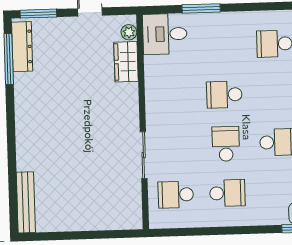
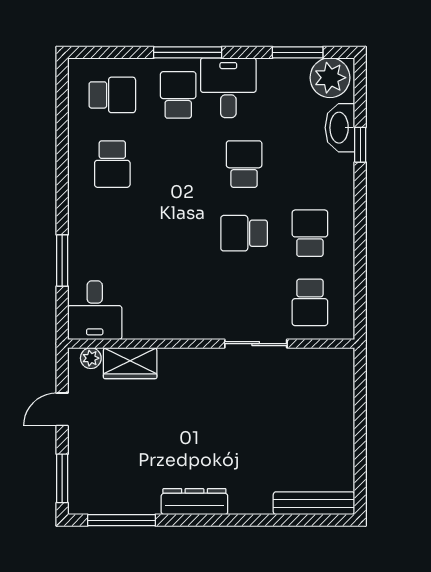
dresser: (22, 47) -> (194, 502), moved
school desk: (224, 95) -> (178, 233), removed

